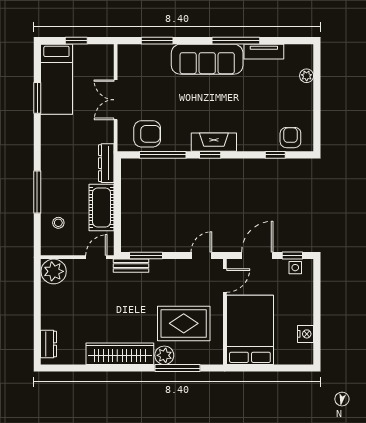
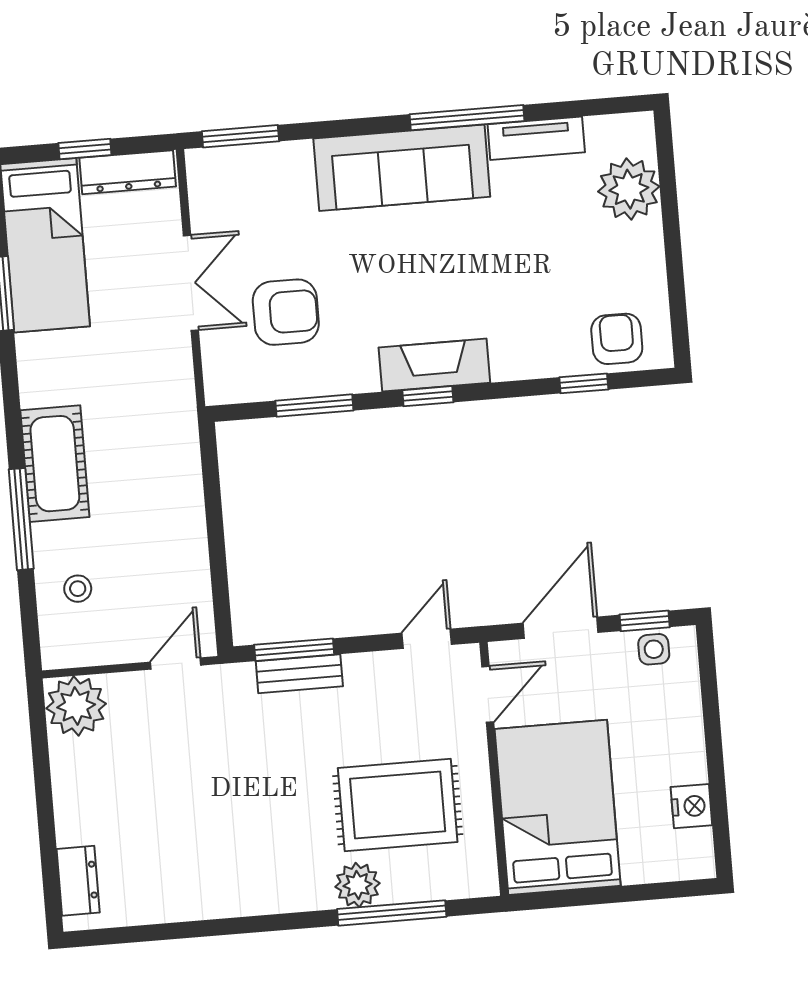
window: (157, 41) -> (240, 136), moved
plant: (307, 76) -> (629, 189), width x1.87, depth x1.87
double door: (116, 100) -> (191, 283), swing flipped
armchair: (147, 134) -> (286, 312), moved
window: (163, 155) -> (314, 406), width x0.69
dresser: (106, 163) -> (128, 172), moved, turned -90
cot: (102, 207) -> (55, 464), moved
bench: (131, 266) -> (299, 674), moved
wardrobe: (120, 354) -> (251, 890), removed

